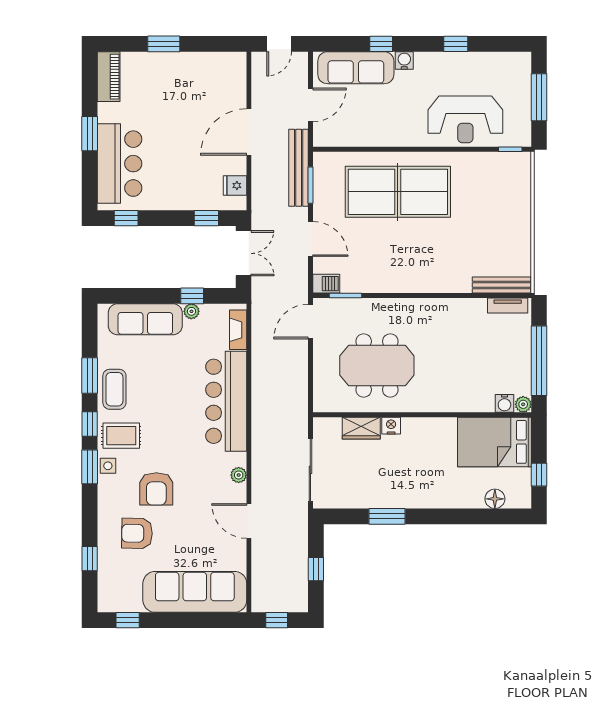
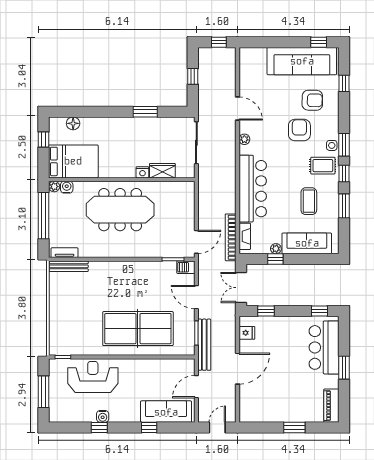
water cooler: (404, 61) -> (103, 416), moved
bookcase: (259, 328) -> (231, 237), added
meeting table: (377, 366) -> (120, 210), moved, width x1.36
coffee table: (114, 389) -> (309, 201), moved
sofa: (195, 592) -> (302, 61), moved

